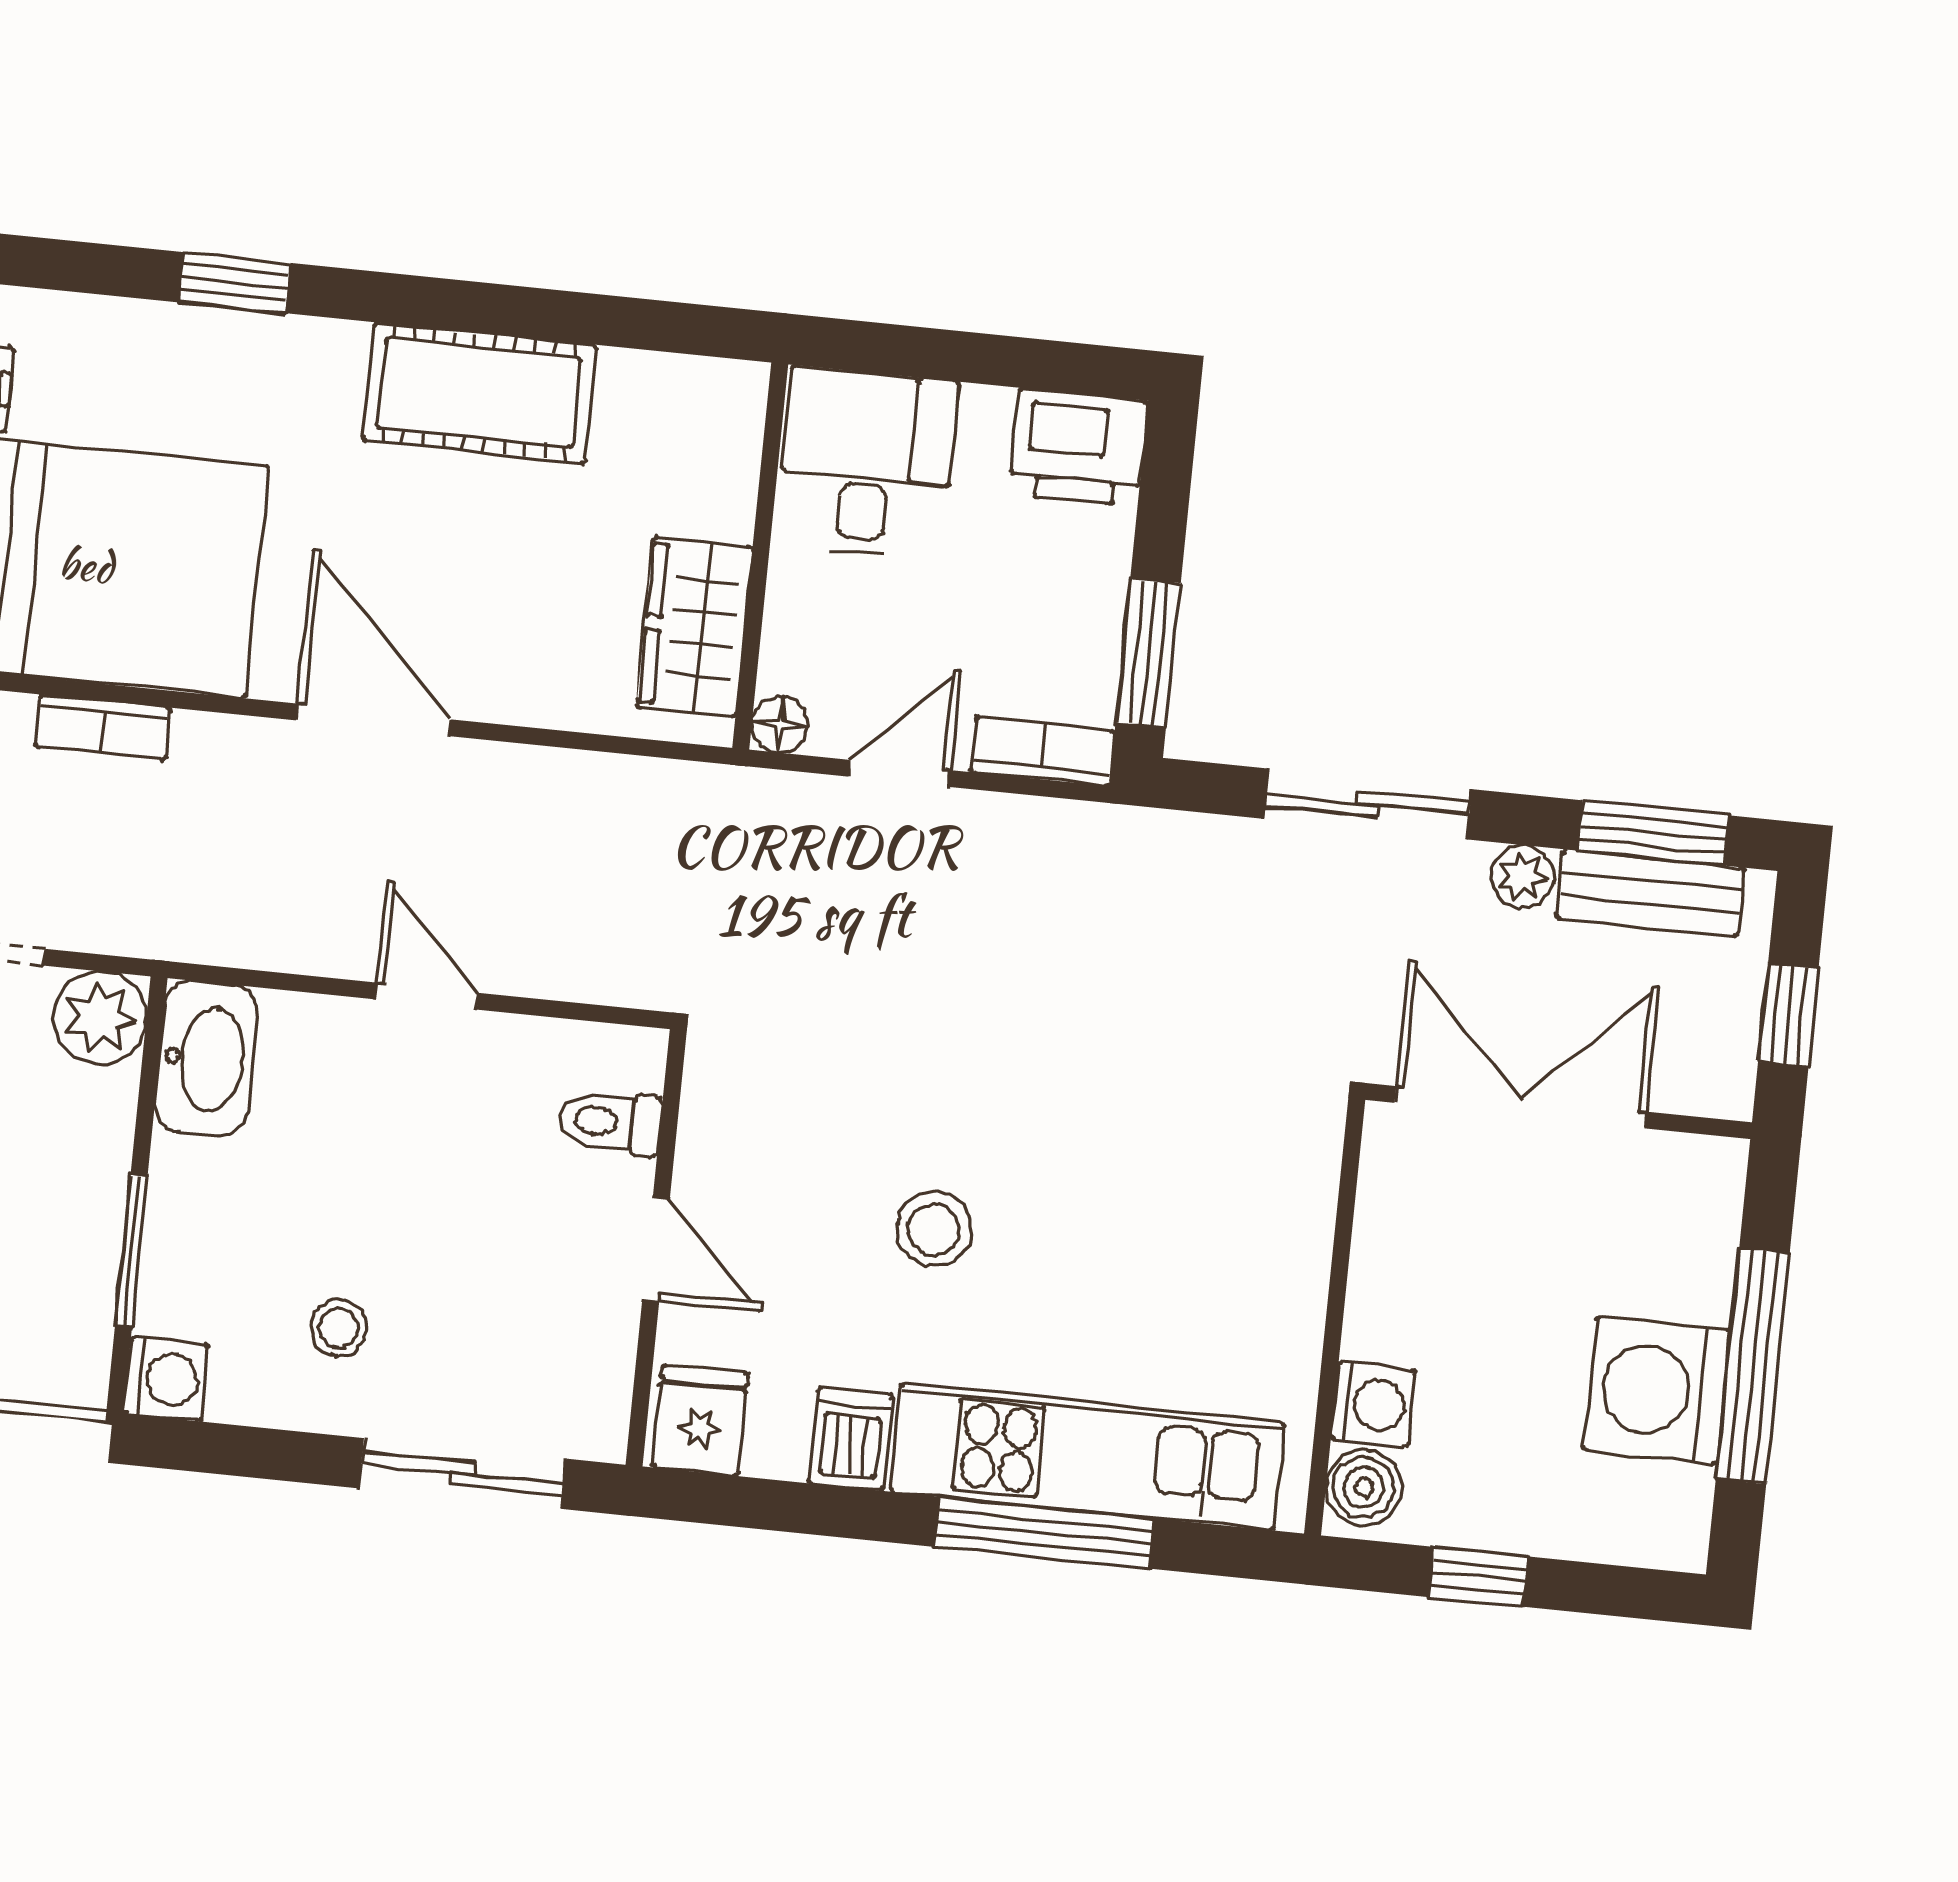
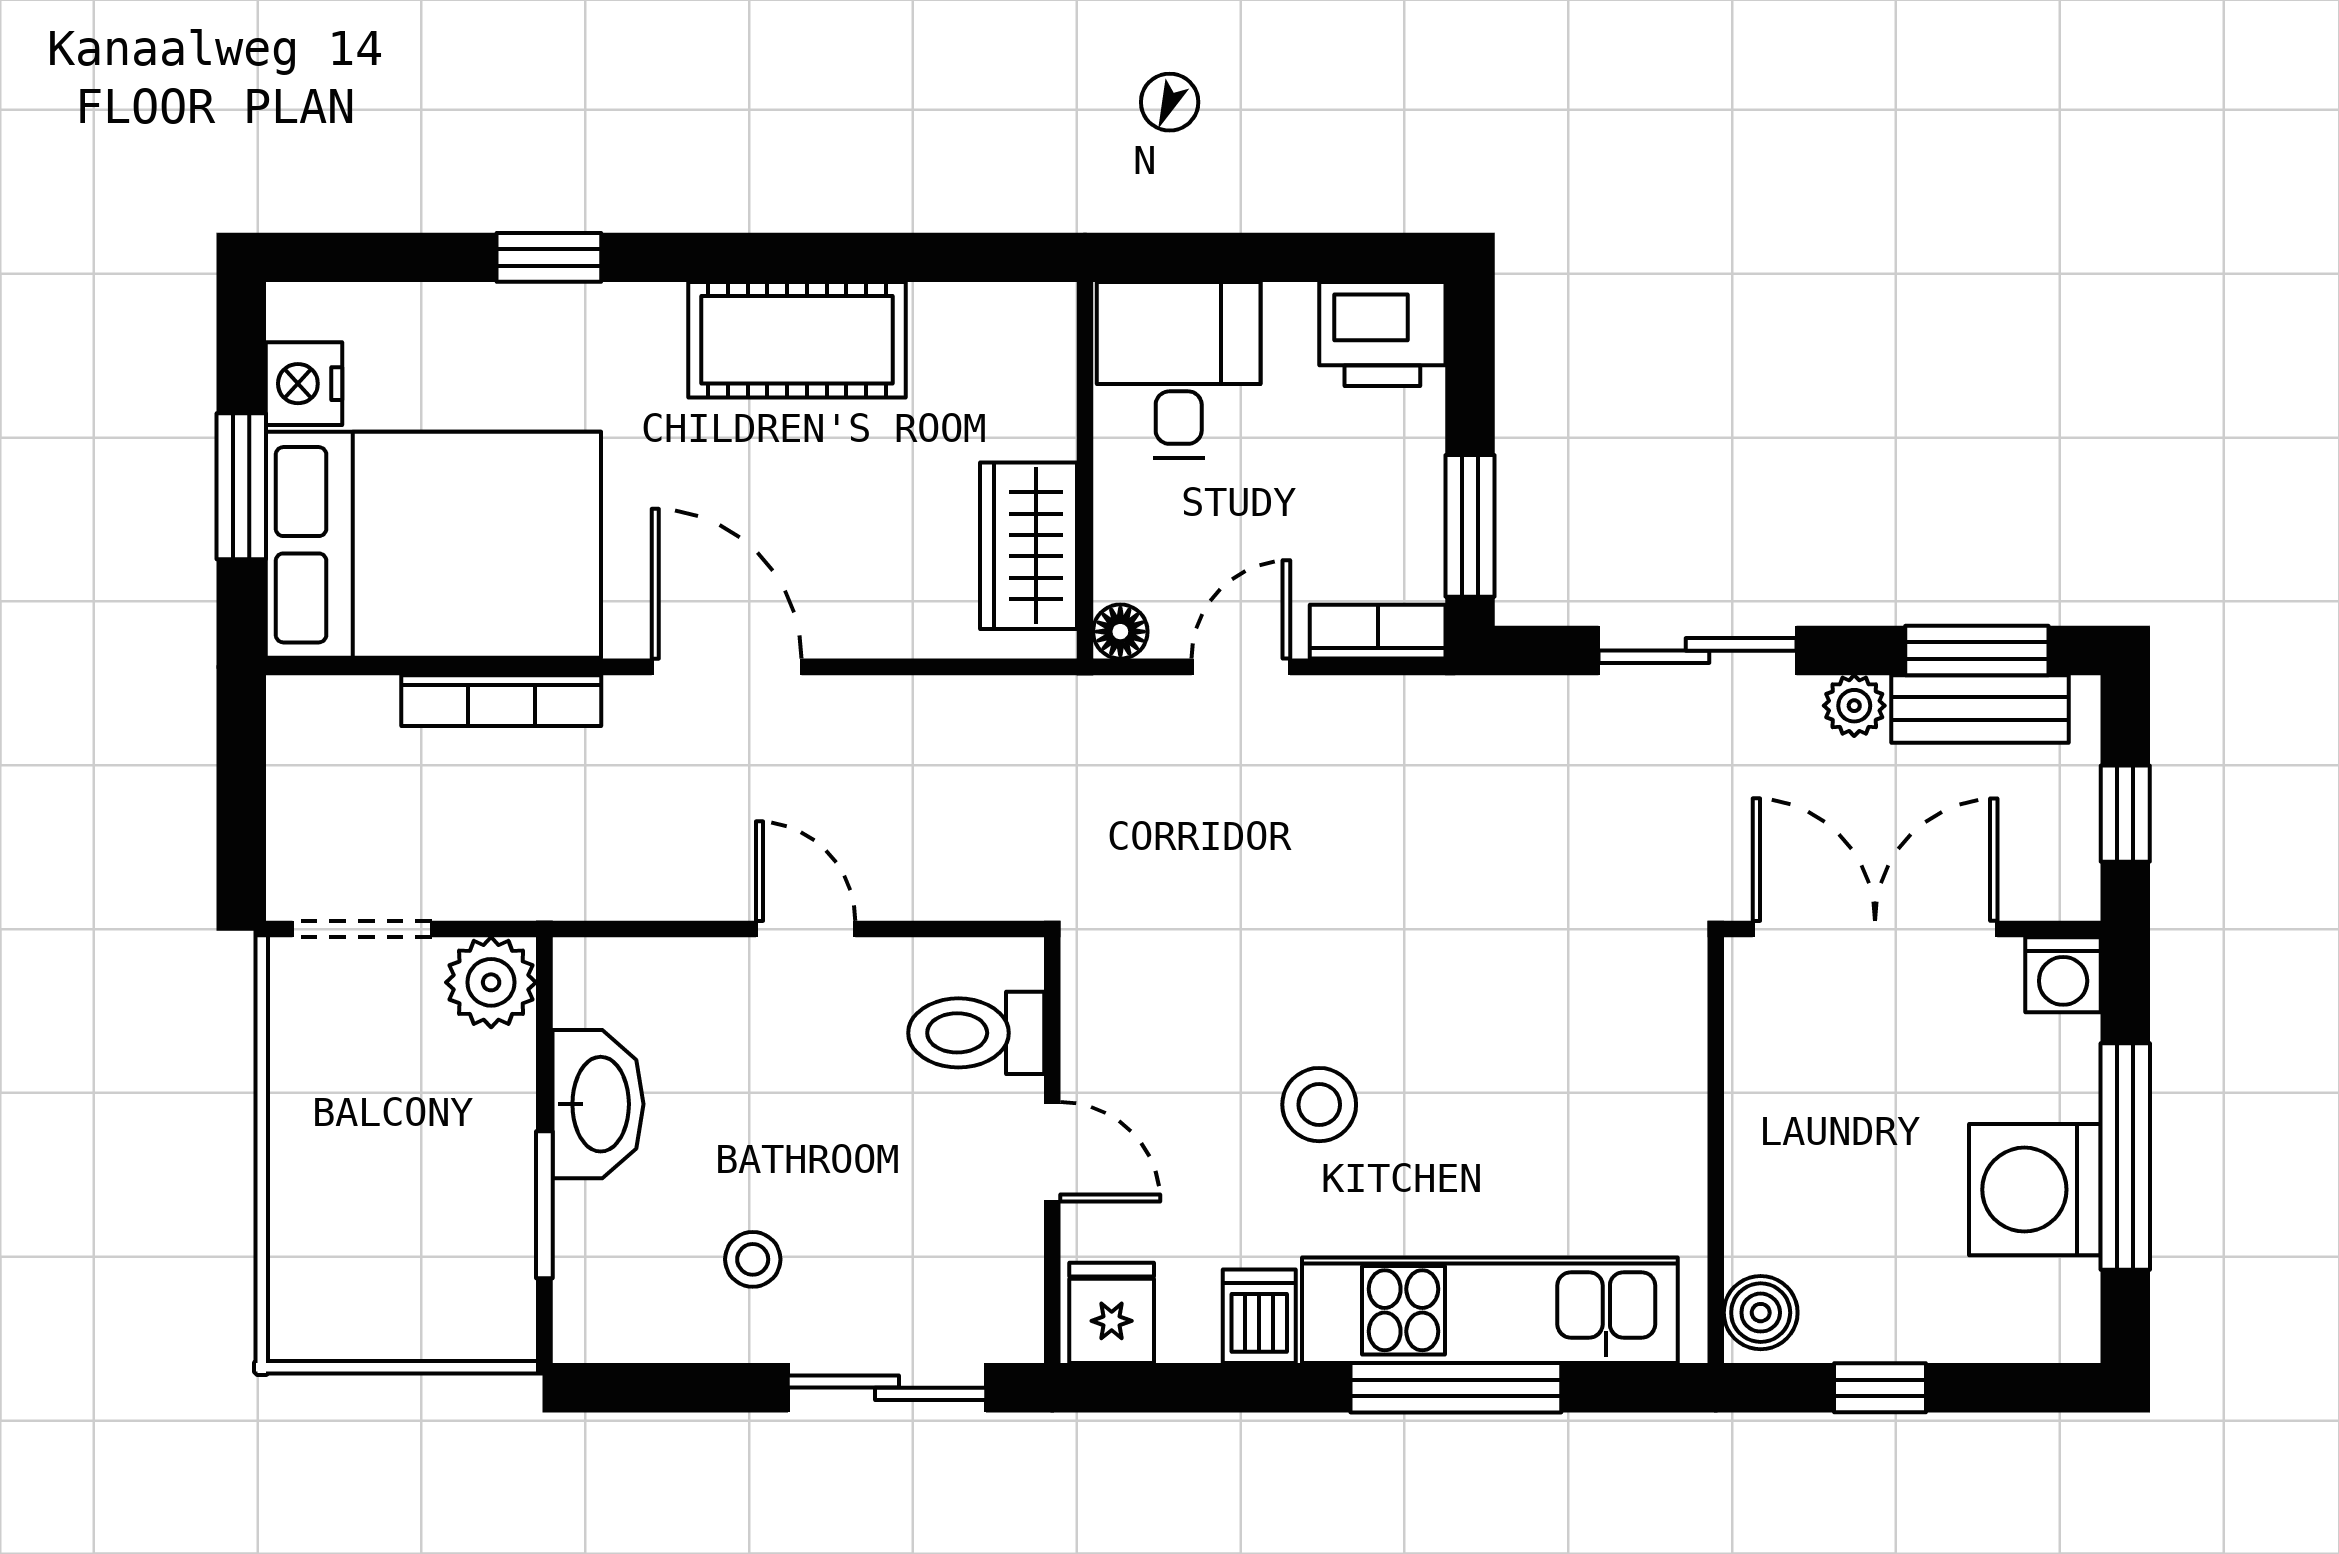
bookcase: (103, 727) -> (501, 701), width x1.56
washbasin: (206, 1059) -> (598, 1104), moved
toilet: (610, 1122) -> (976, 1033), width x1.37, depth x1.39
washing machine: (166, 1379) -> (590, 1325), removed
washing machine: (1373, 1405) -> (2063, 975), moved, turned 90

